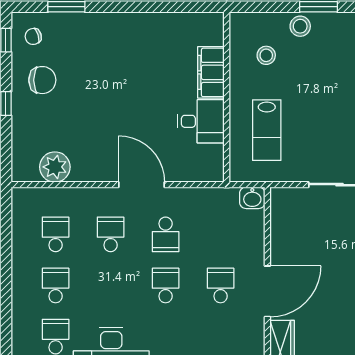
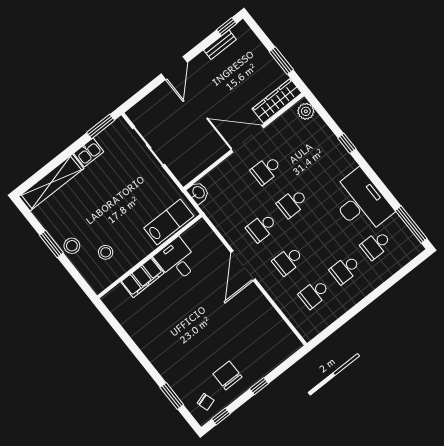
lab bench: (267, 130) -> (169, 222), moved
plant: (55, 167) -> (274, 326), removed
school desk: (166, 234) -> (262, 227), turned 180

